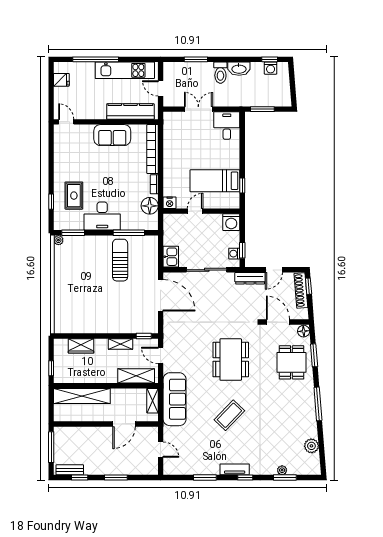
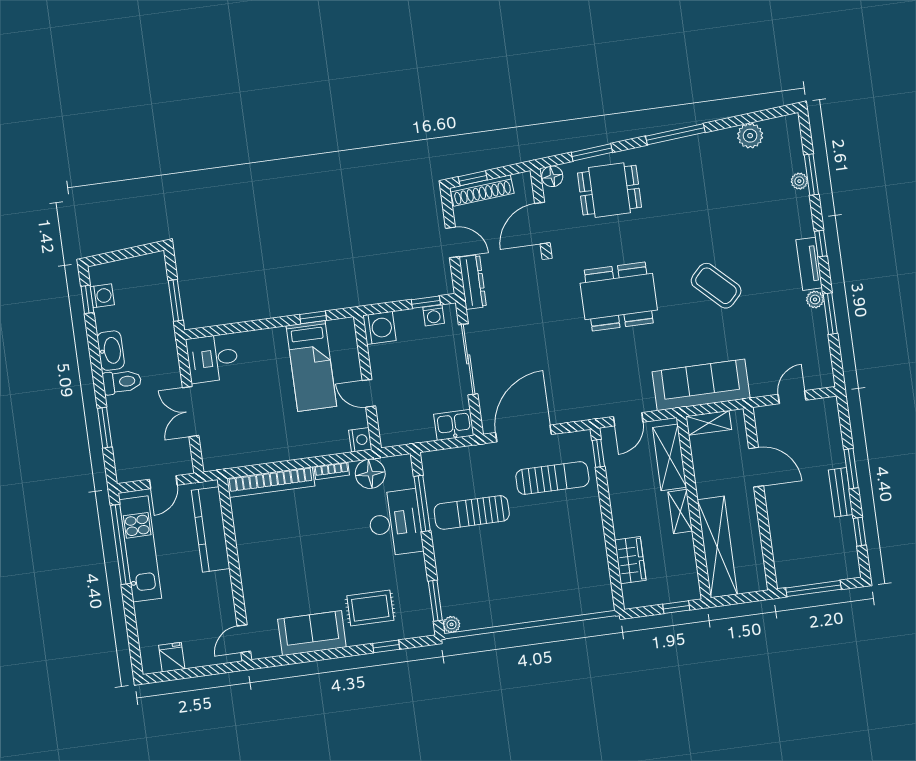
window: (96, 59) -> (120, 544), moved
sofa: (112, 135) -> (312, 633), moved, turned -90
desk: (102, 216) -> (395, 523), moved
sun lounger: (133, 308) -> (552, 478), added
shelving: (120, 344) -> (680, 512), moved
bench: (70, 470) -> (841, 492), moved
plant: (214, 470) -> (815, 299), added

